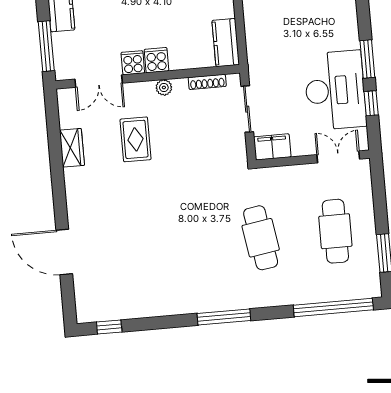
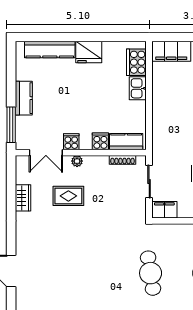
kitchen counter: (226, 43) -> (126, 142), moved, turned 90
cooker: (156, 60) -> (100, 141), moved
plant: (164, 87) -> (77, 161), moved
rug: (135, 139) -> (68, 196), turned 90

